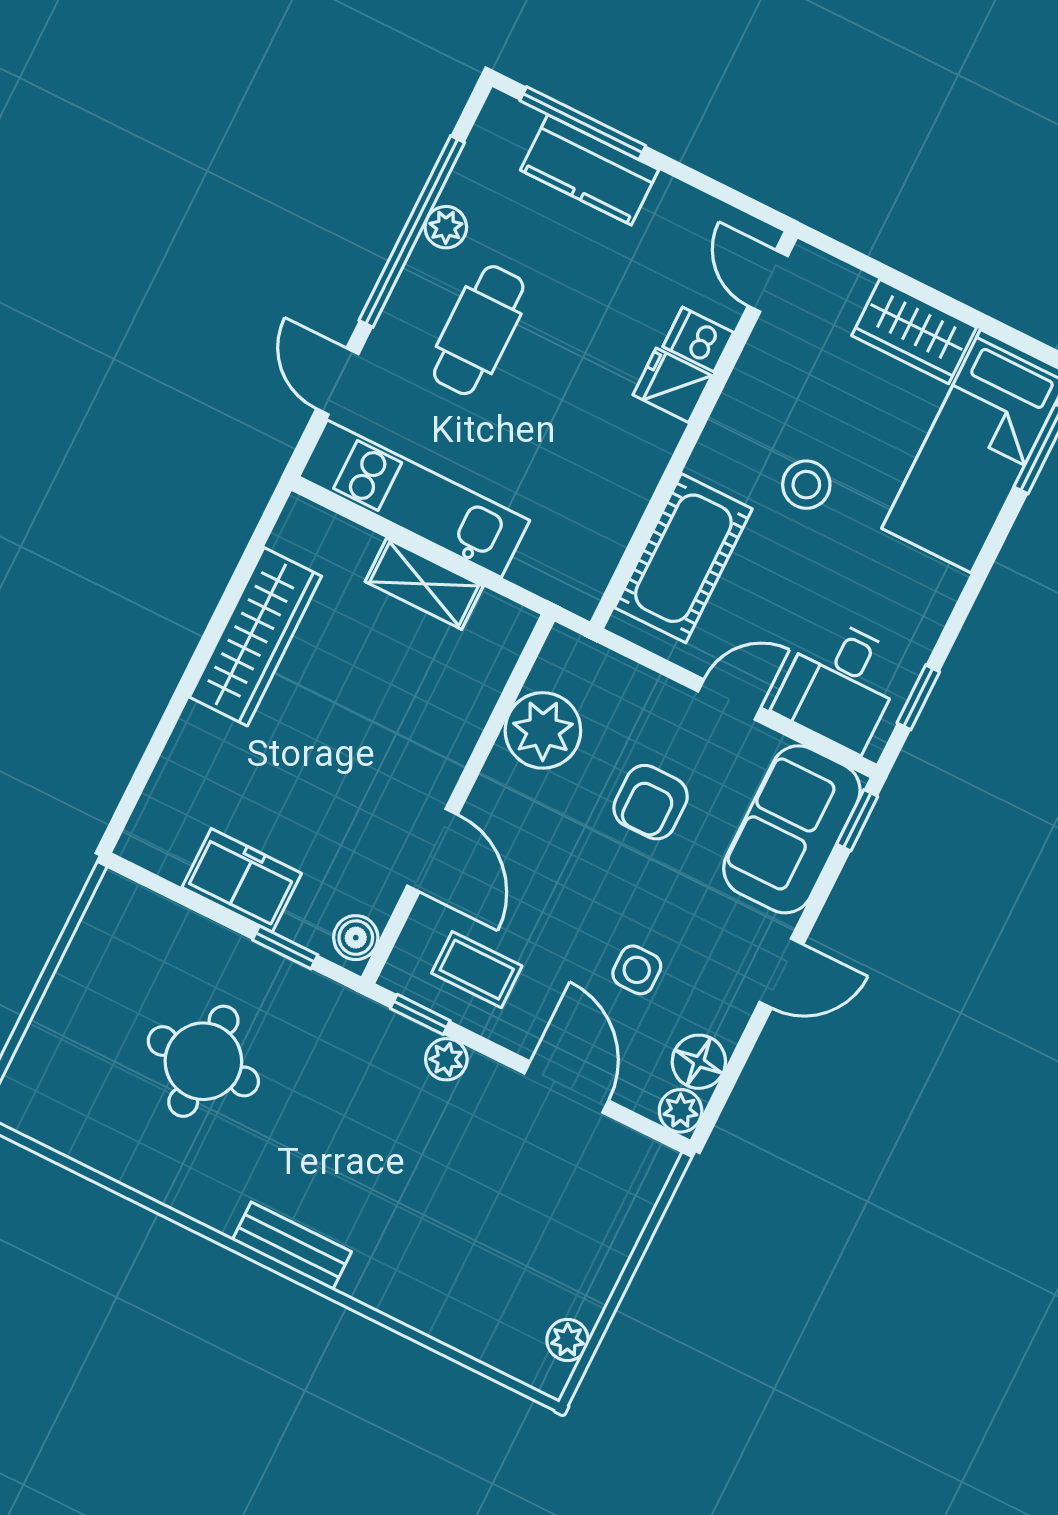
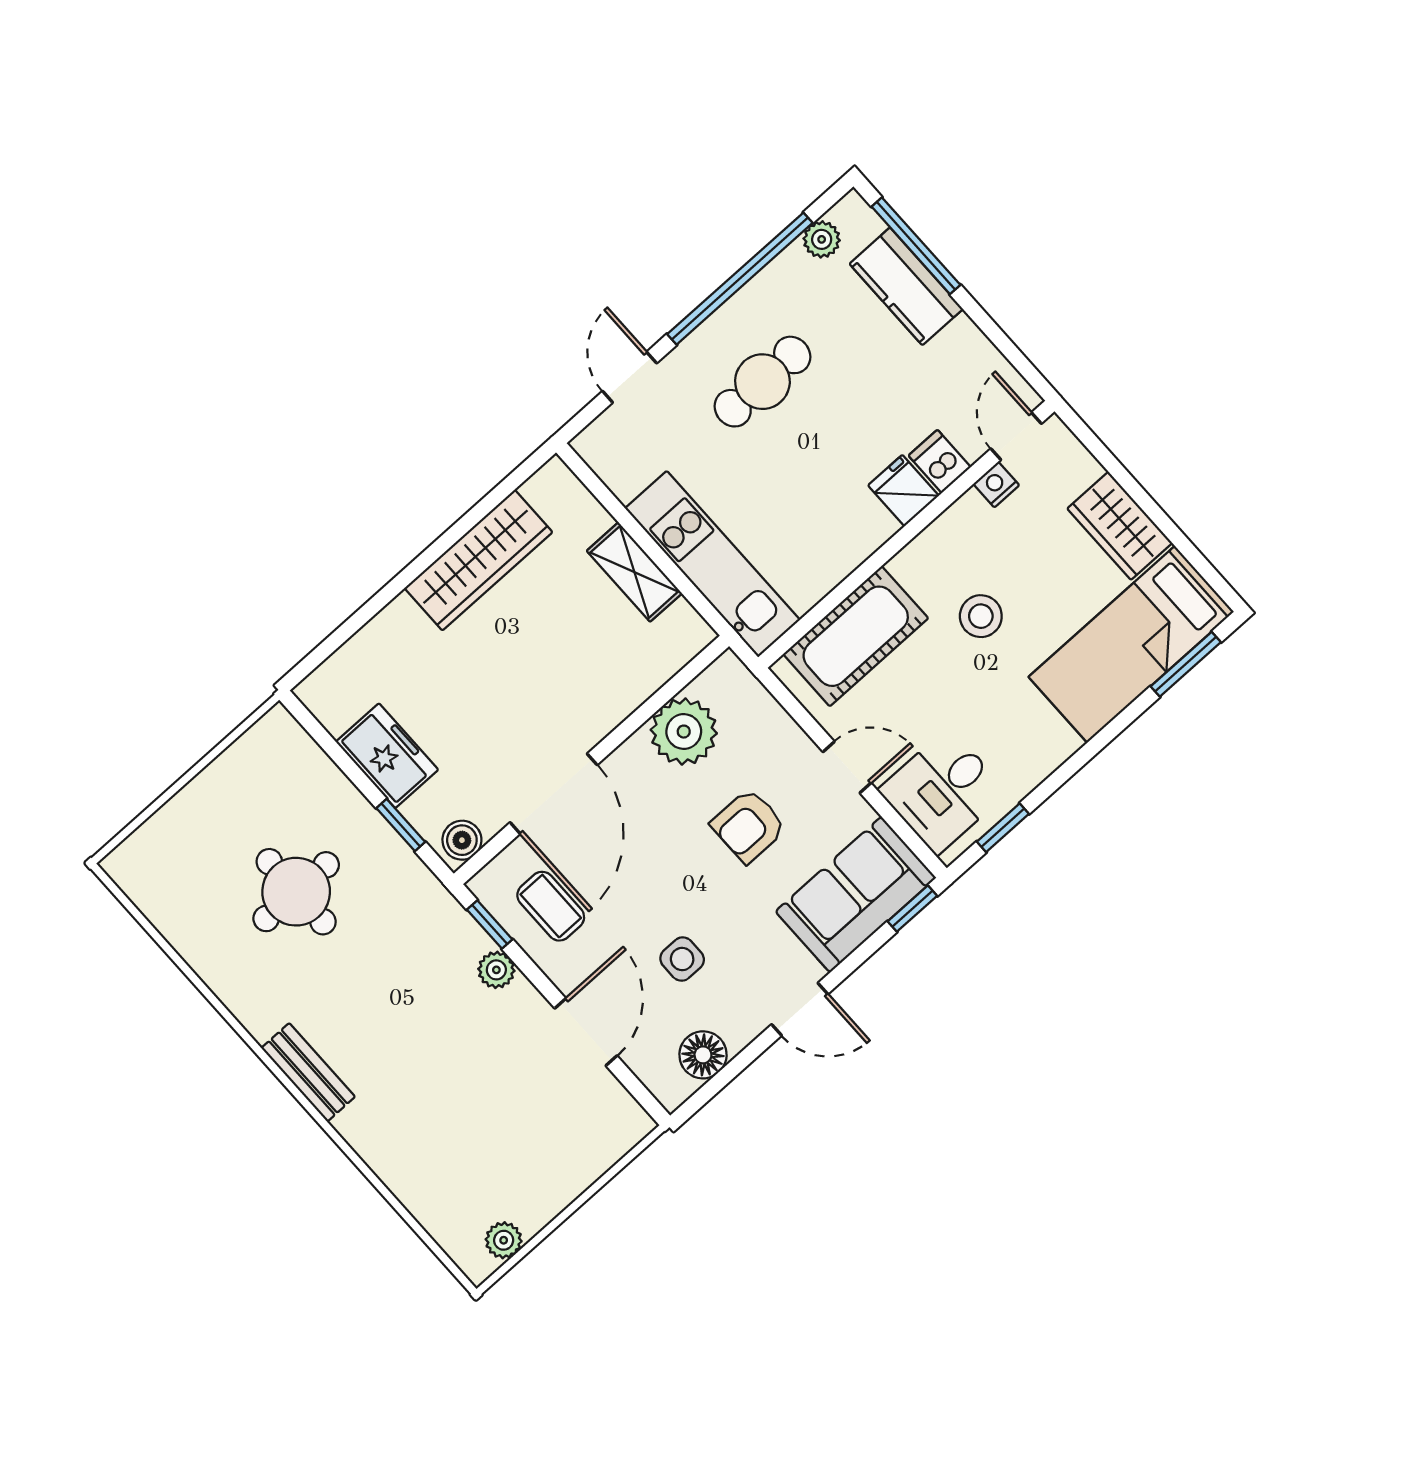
plant: (446, 227) -> (822, 239), moved
nightstand: (767, 340) -> (996, 485), added
kitchen unit: (414, 499) -> (712, 564), moved
door: (432, 850) -> (554, 794), width x1.36
plant: (681, 1111) -> (672, 1089), removed

